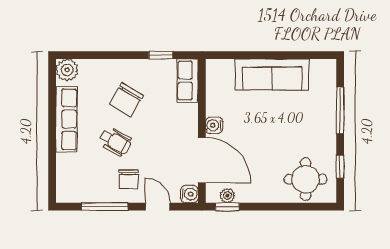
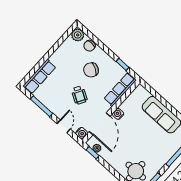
row of seats: (188, 81) -> (120, 89), width x1.48
row of seats: (67, 119) -> (39, 77), moved
wheelchair: (115, 141) -> (79, 95), moved
chair: (129, 179) -> (89, 46), moved

